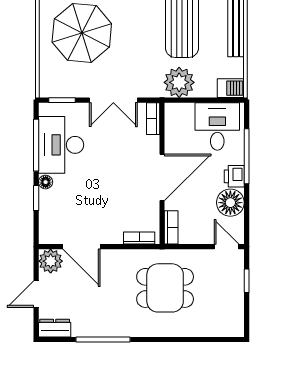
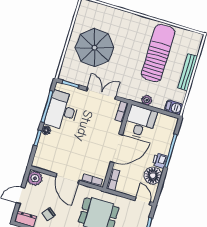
plant: (179, 82) -> (147, 100), width x0.53, depth x0.53
double door: (113, 100) -> (101, 93), swing flipped
desk: (217, 126) -> (140, 122), moved
door: (81, 247) -> (68, 179), moved
chair: (88, 310) -> (48, 214), added

